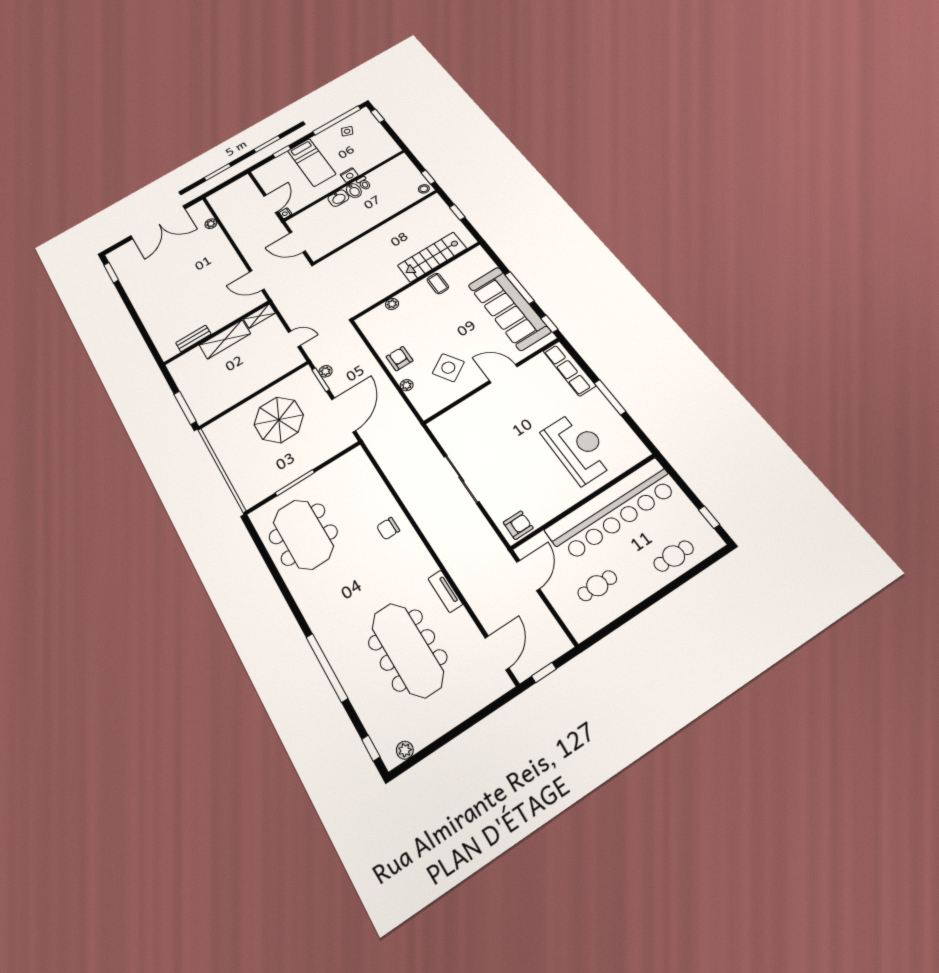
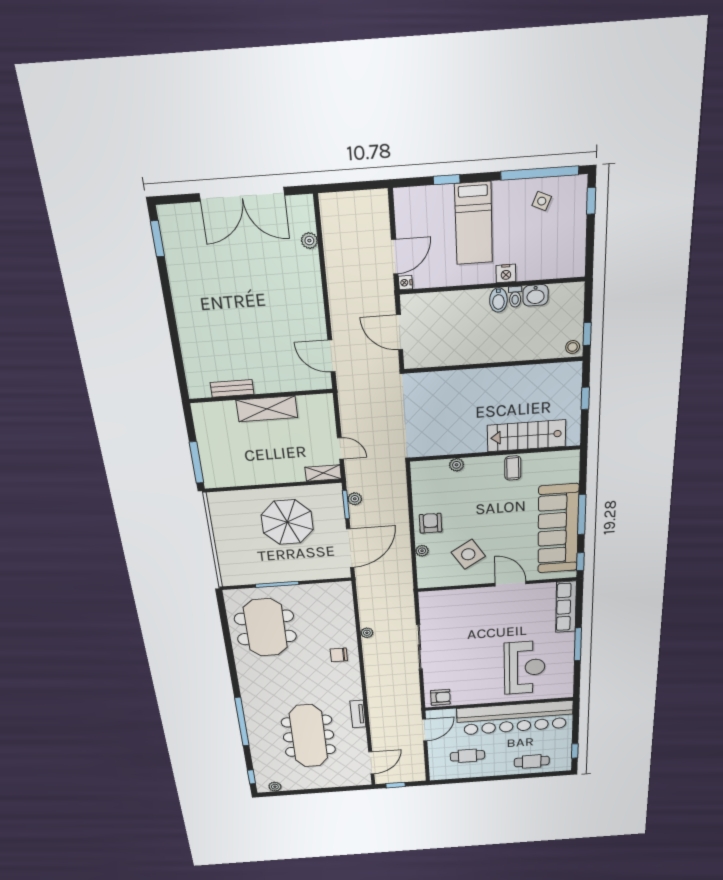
washbasin: (338, 198) -> (536, 295), moved
shelving: (259, 316) -> (323, 473), moved
plant: (402, 490) -> (367, 633), added

